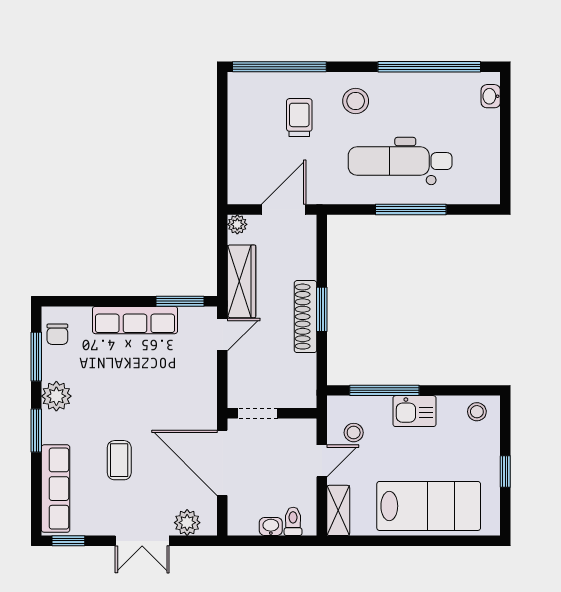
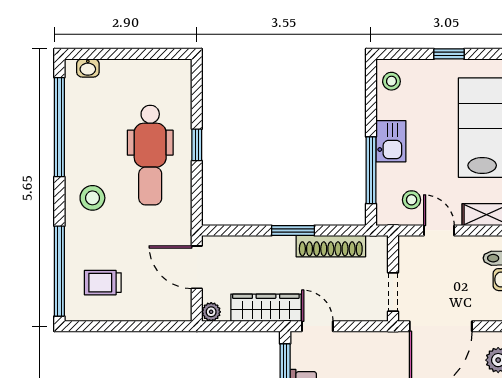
trolley: (299, 118) -> (103, 283), moved
window: (411, 209) -> (197, 145), width x0.46
shoe rack: (306, 317) -> (331, 246), moved

